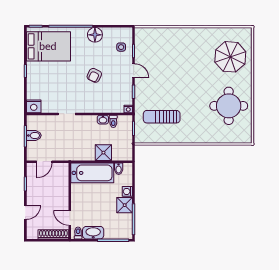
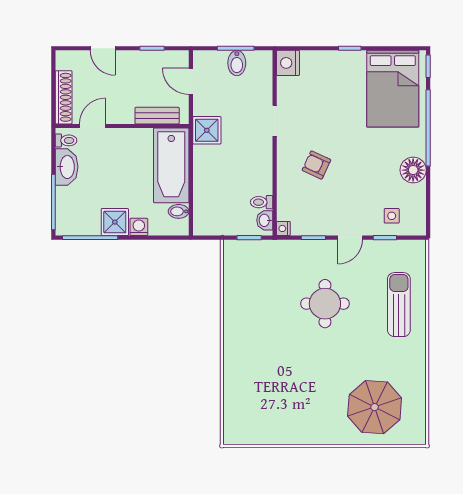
armchair: (94, 75) -> (316, 165), moved
round table: (229, 106) -> (325, 304), moved, width x0.73, depth x0.73
sun lounger: (162, 117) -> (399, 305), moved
washbasin: (103, 120) -> (265, 220), moved
shower: (103, 153) -> (207, 130), moved
bench: (64, 181) -> (157, 116), added

